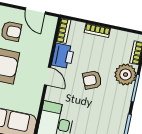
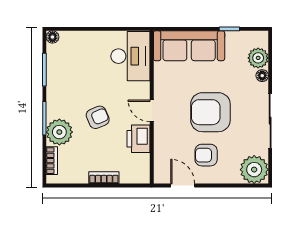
bookcase: (64, 31) -> (144, 169), removed

